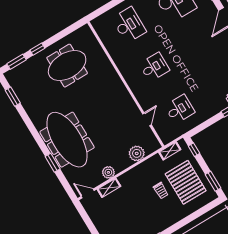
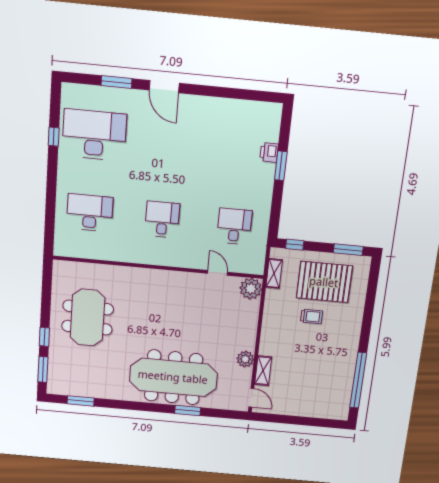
plant: (137, 153) -> (251, 289), moved
door: (88, 193) -> (251, 398), swing flipped

